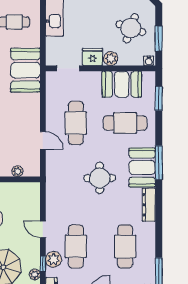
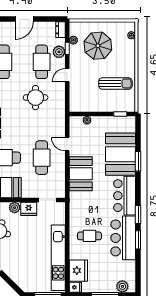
booth: (25, 70) -> (81, 174), moved
round table: (100, 178) -> (36, 98), moved
door: (43, 229) -> (67, 75), swing flipped

